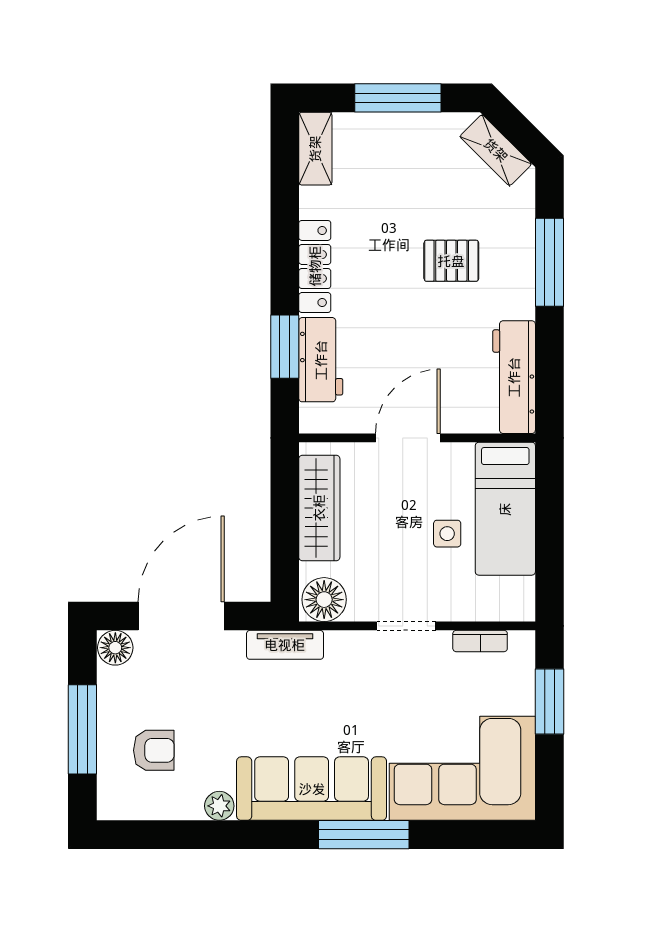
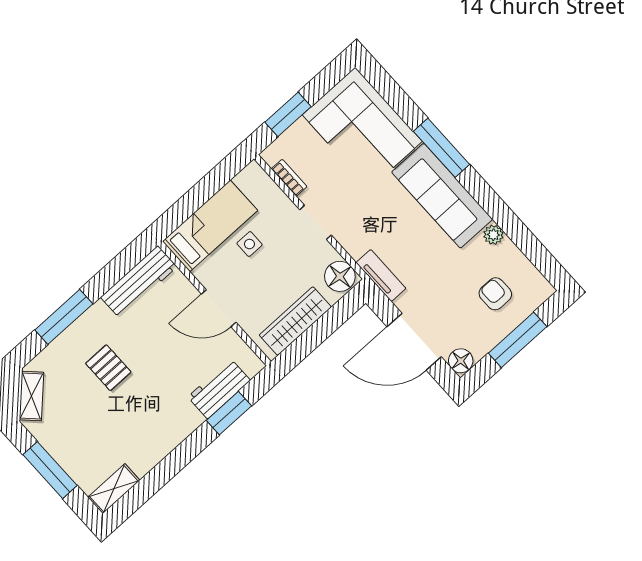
locker: (315, 266) -> (174, 435), removed

